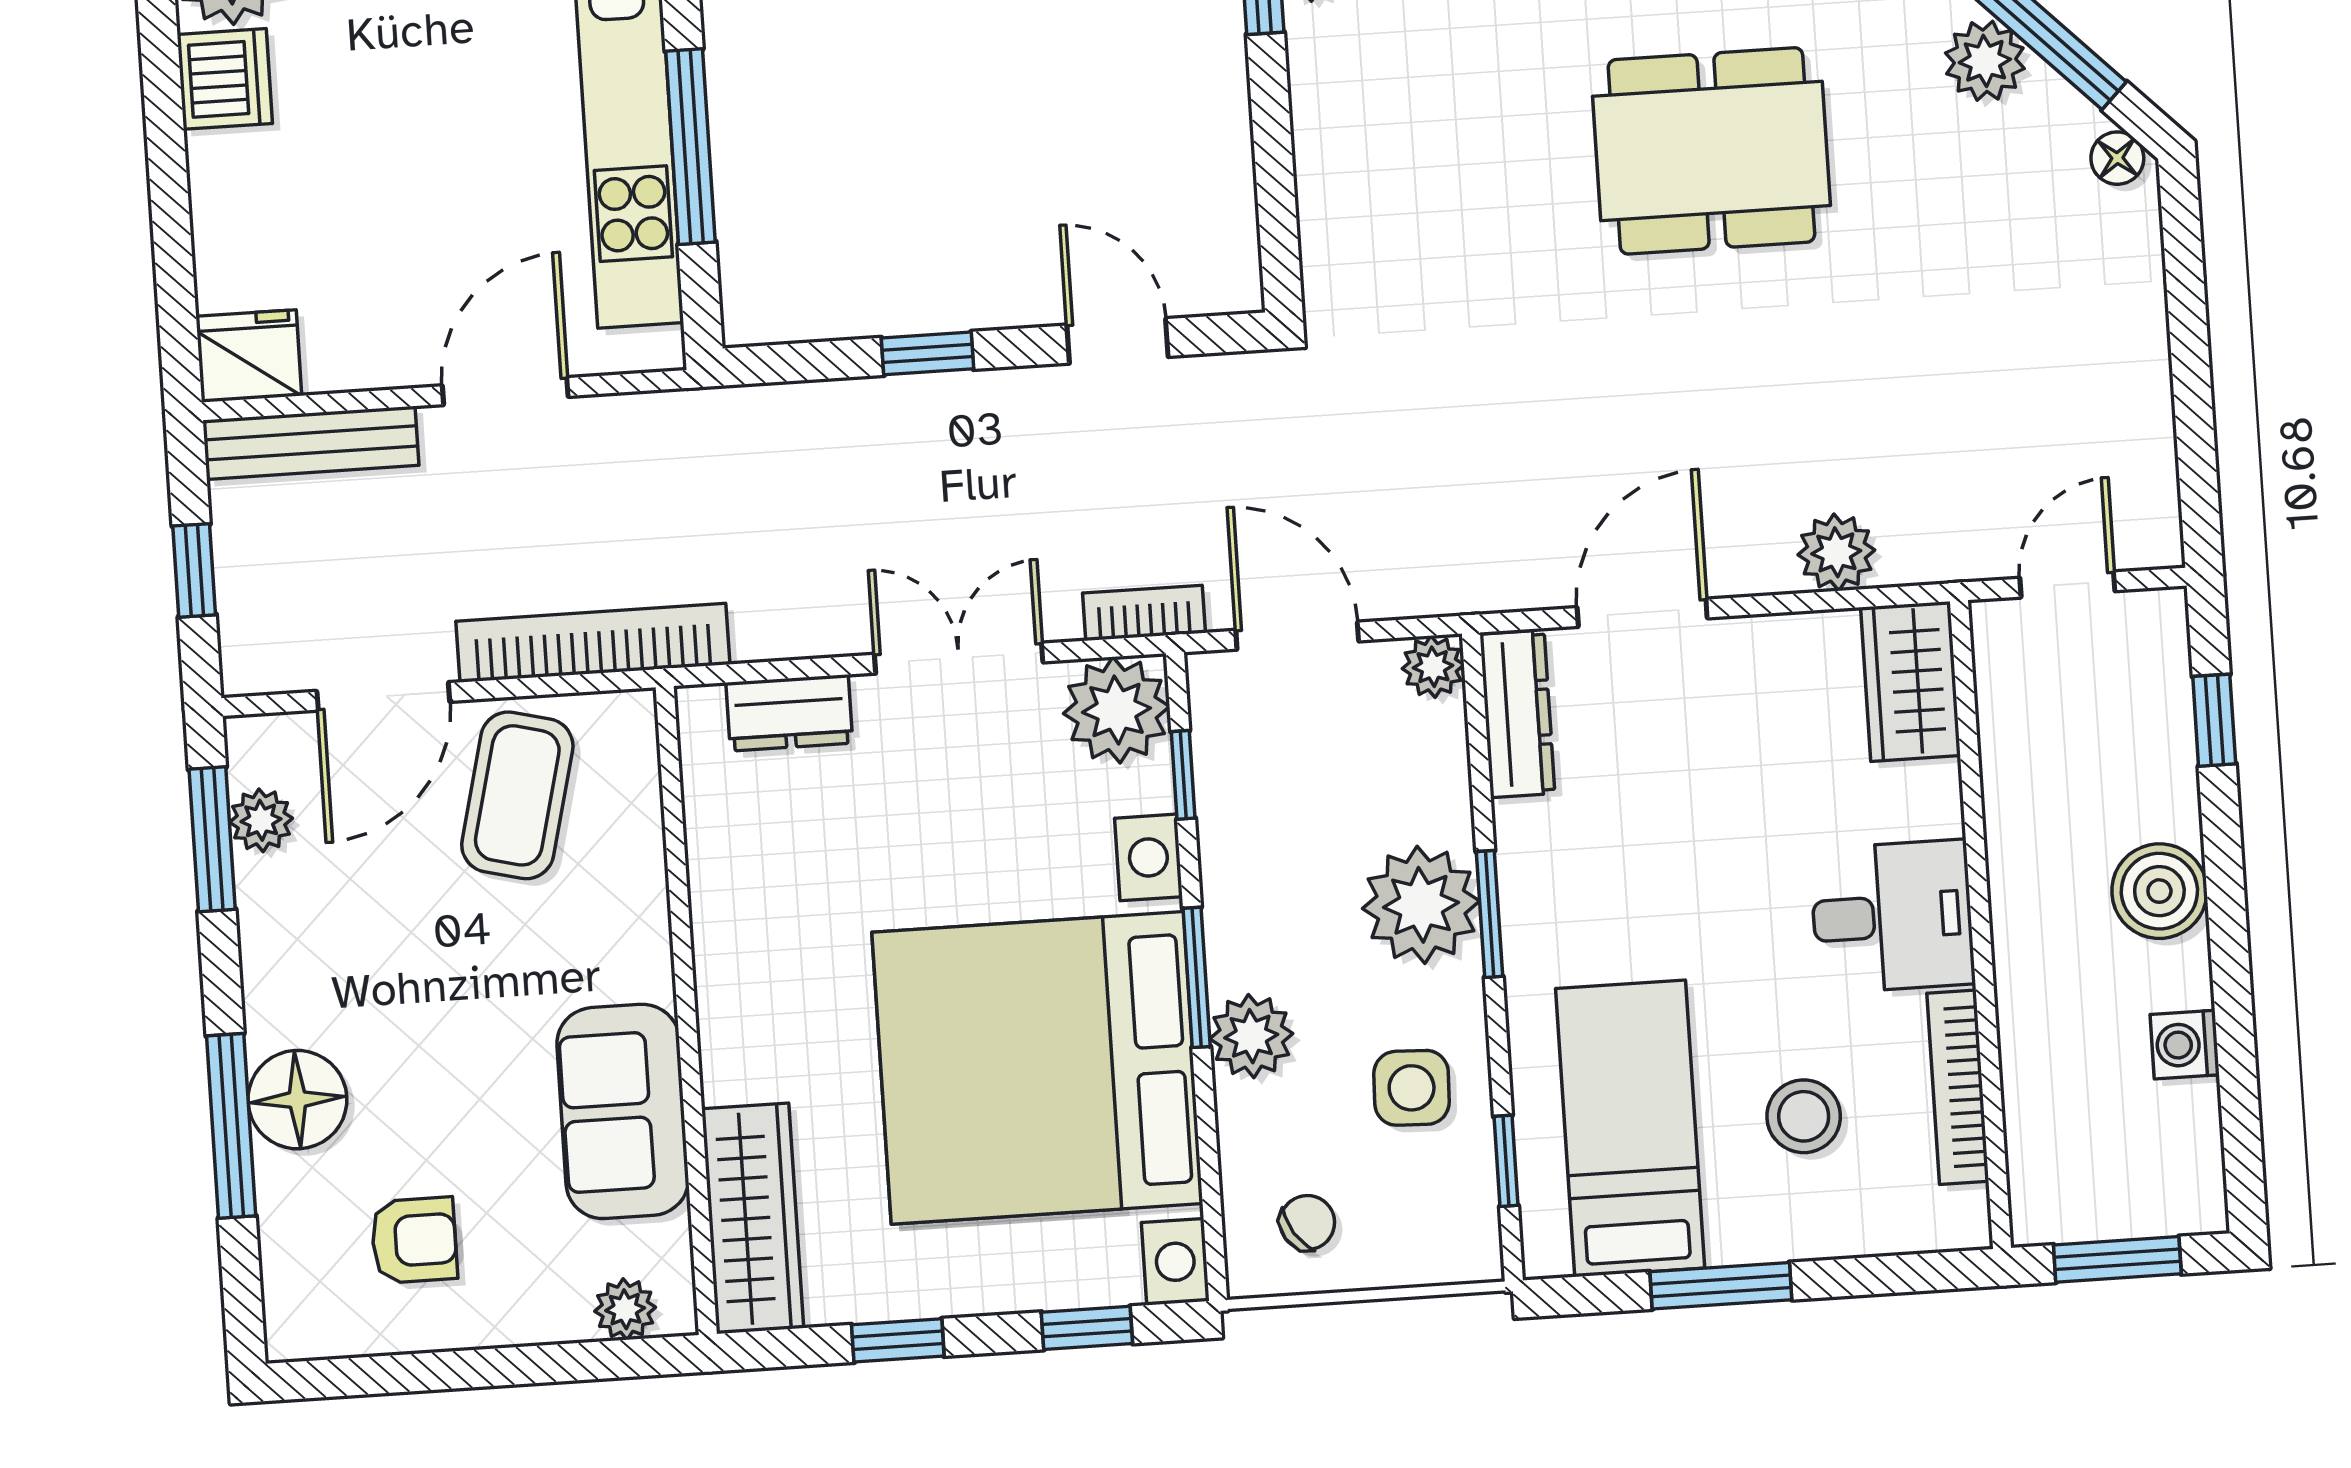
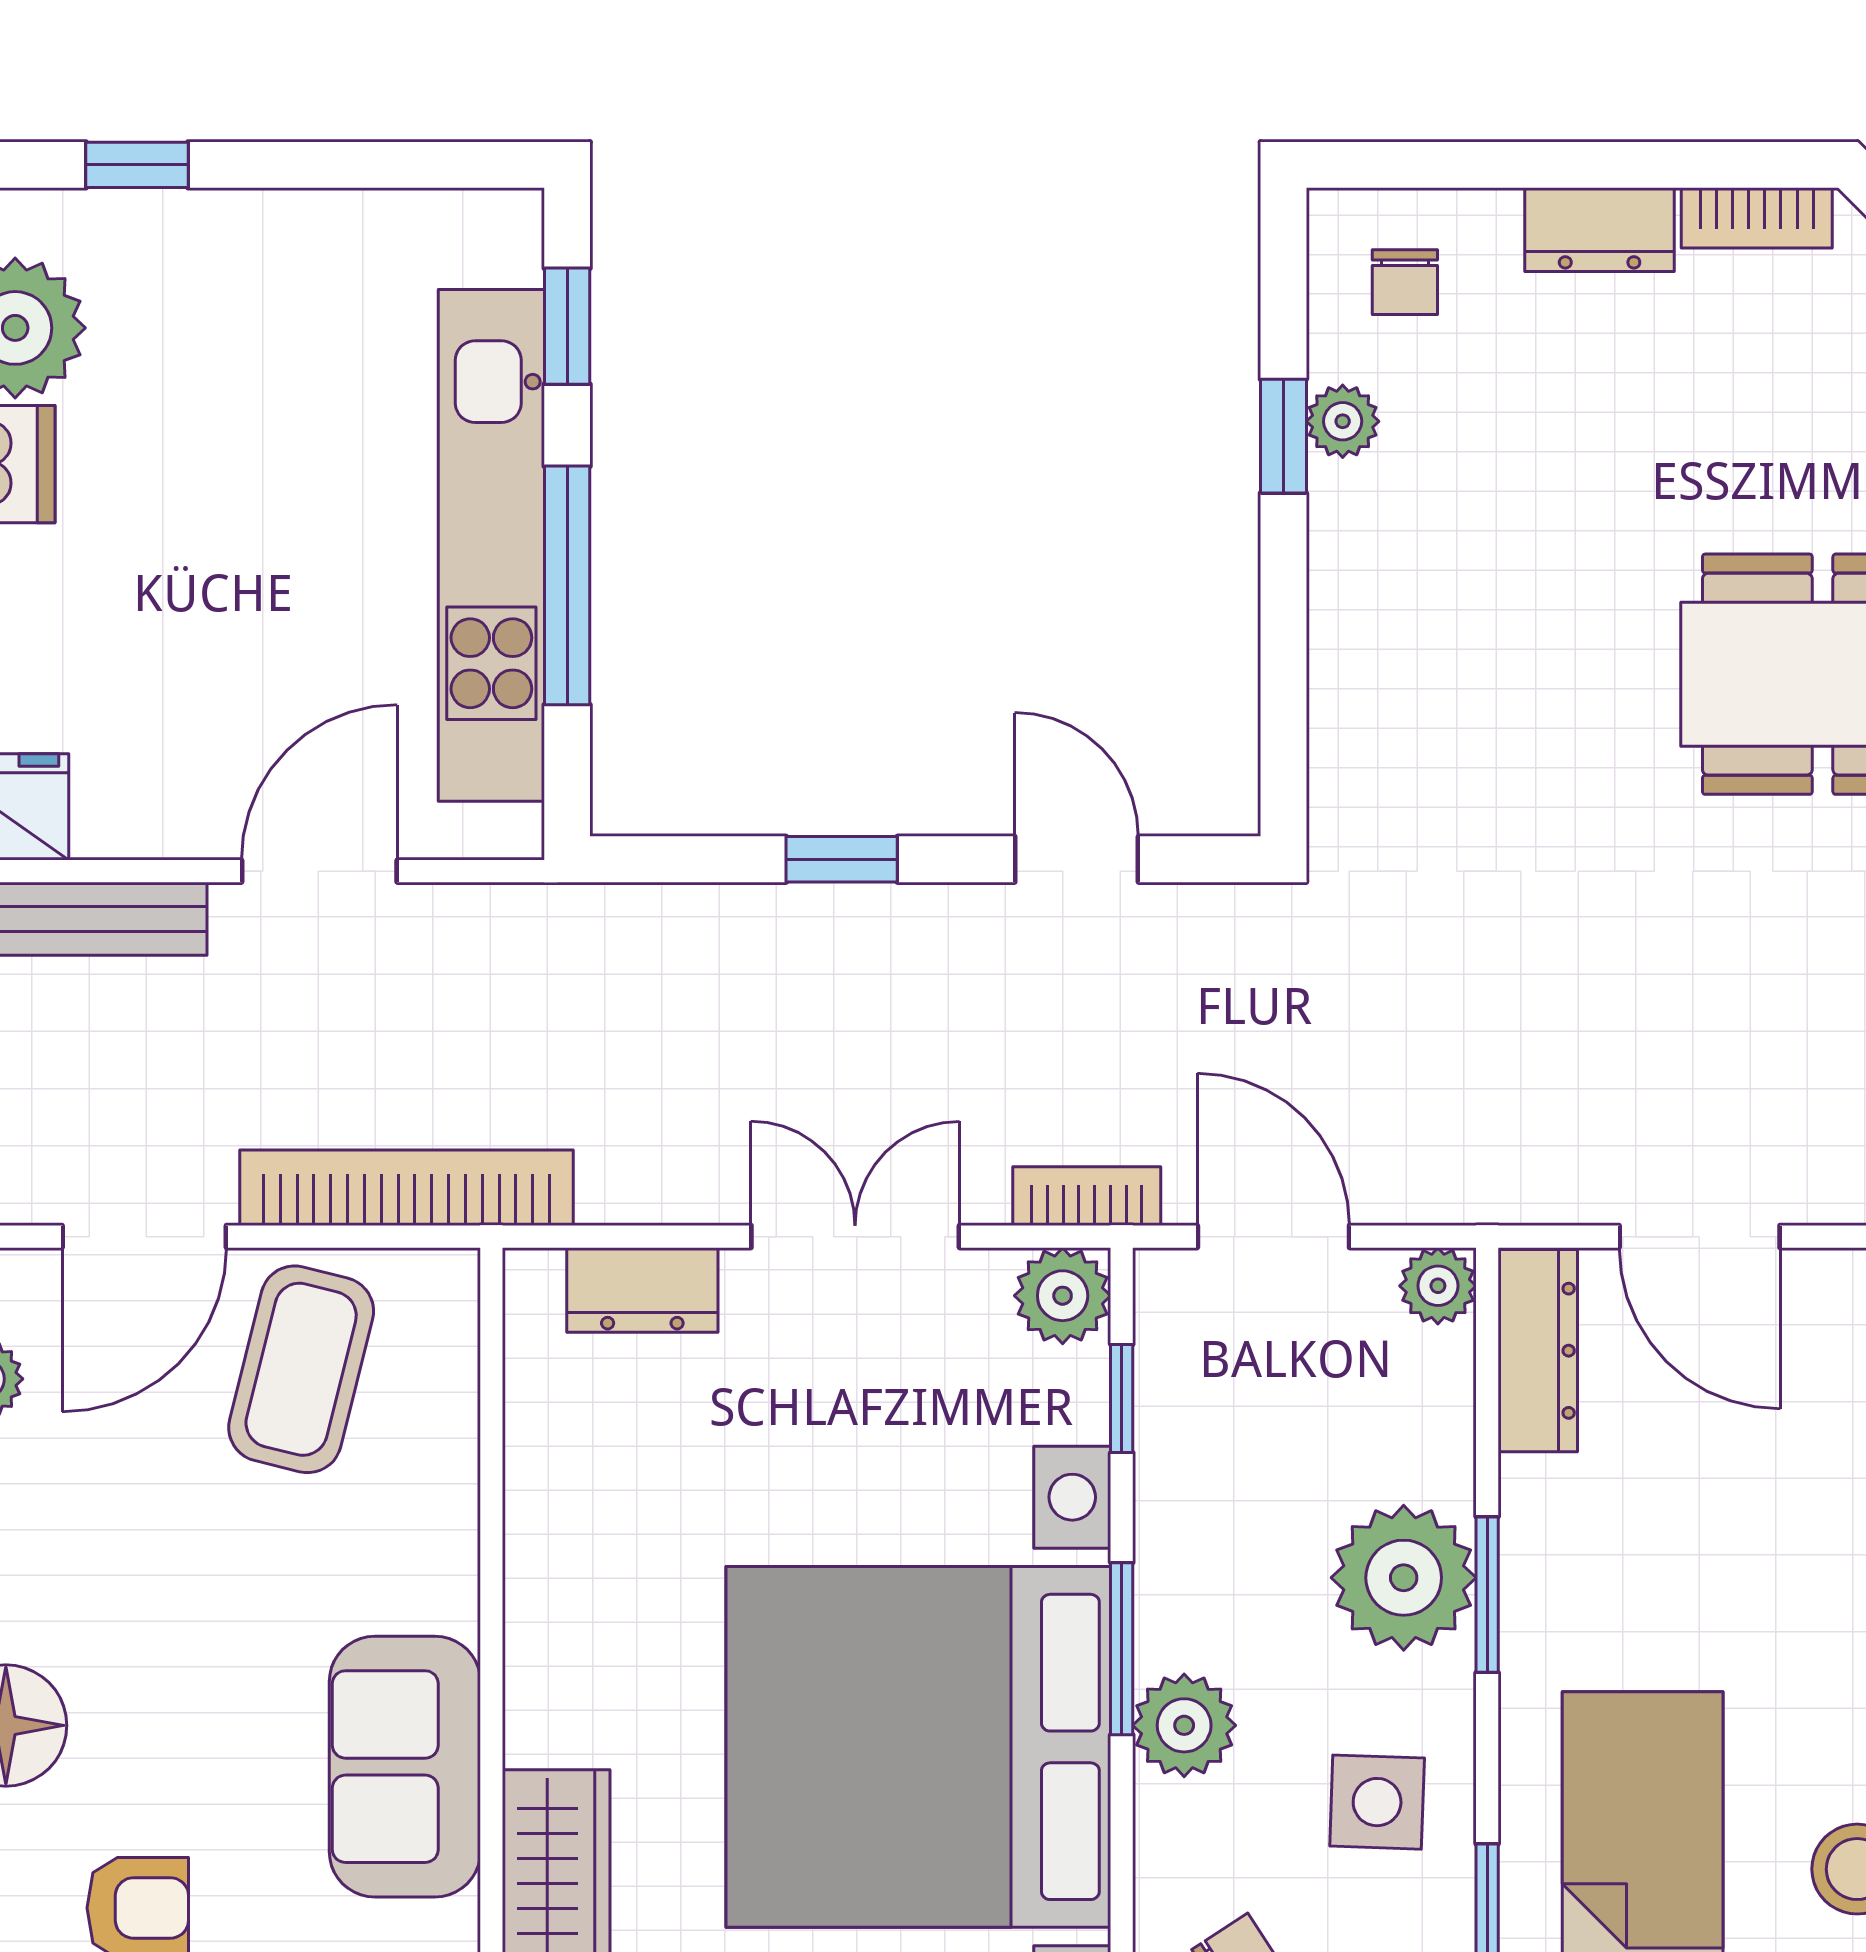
door: (1642, 613) -> (1700, 1237), swing flipped
plant: (1116, 710) -> (1063, 1296), width x0.73, depth x0.73

